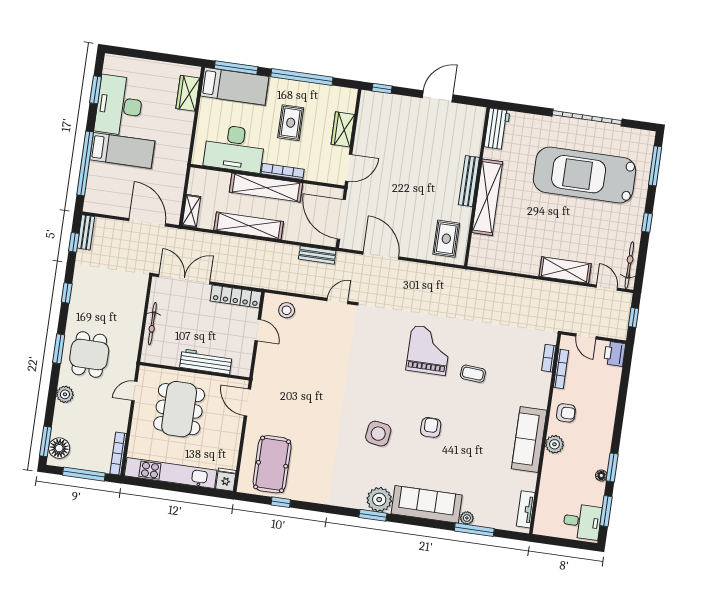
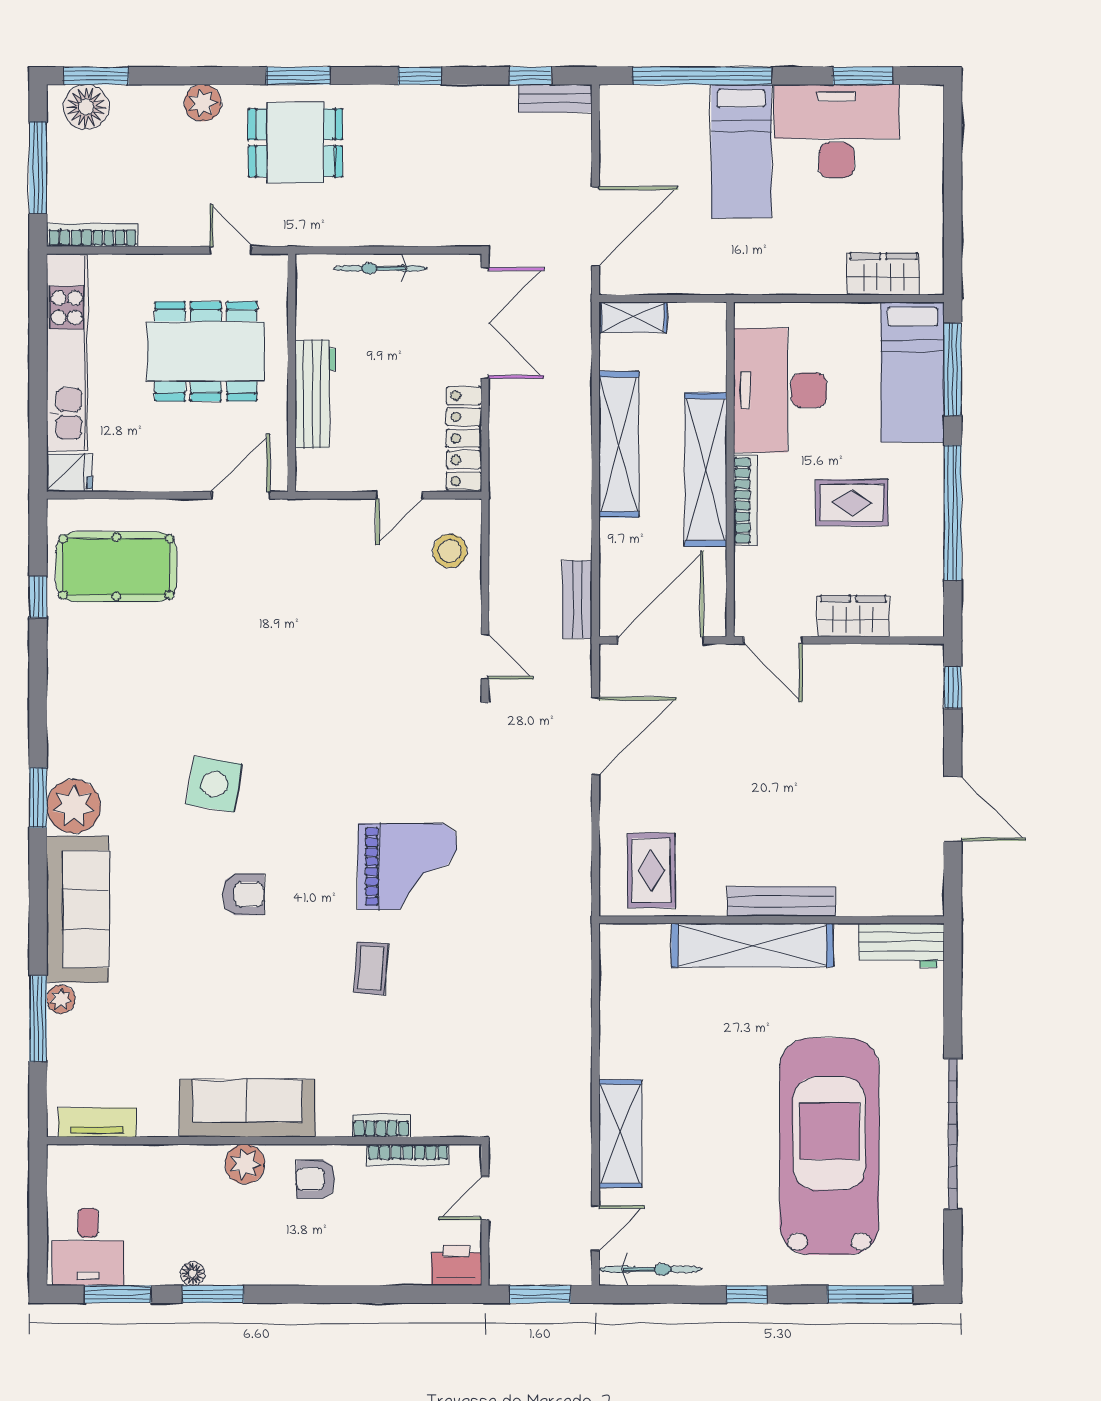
rug: (446, 239) -> (651, 870), turned 90
window: (634, 317) -> (540, 1294), width x1.50
bookcase: (549, 358) -> (381, 1126), moved
armchair: (566, 413) -> (316, 1179), turned 90

